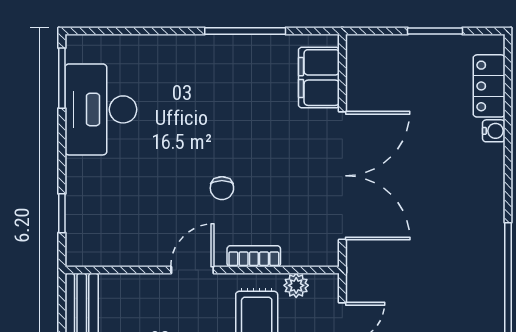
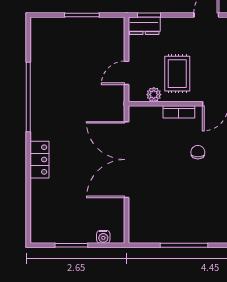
filing cabinet: (319, 78) -> (140, 218), removed
locker: (489, 86) -> (39, 160), moved
water cooler: (494, 131) -> (103, 237), moved, turned -90

